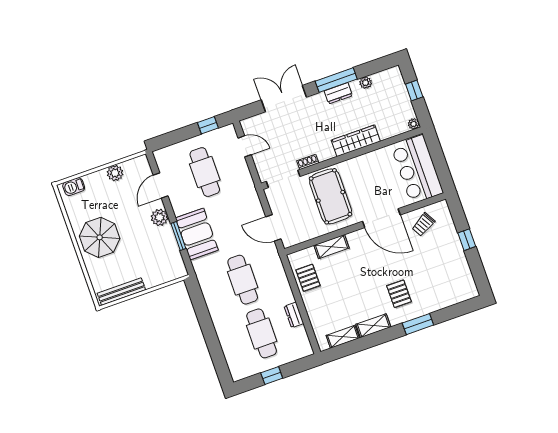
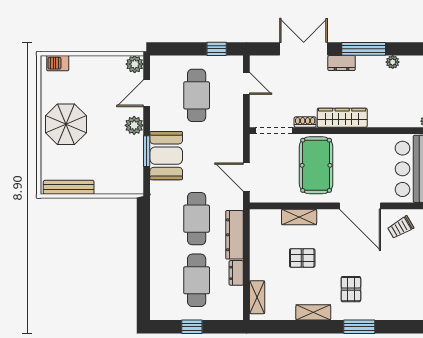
dresser: (338, 93) -> (342, 63), moved
wardrobe: (356, 141) -> (342, 118), moved
plant: (115, 173) -> (135, 64), moved
pallet: (308, 278) -> (302, 258), moved, turned 90
dresser: (281, 282) -> (234, 235), added
shelving: (343, 337) -> (257, 297), moved, turned 90

